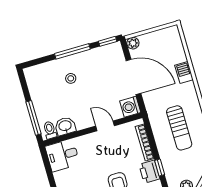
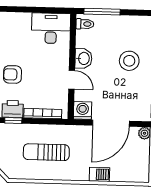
stool: (71, 78) -> (129, 61), width x1.89, depth x1.89
washbasin: (65, 126) -> (83, 58), moved
door: (105, 126) -> (72, 80), hinge flipped
desk: (62, 155) -> (51, 28), width x1.37

